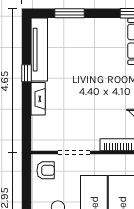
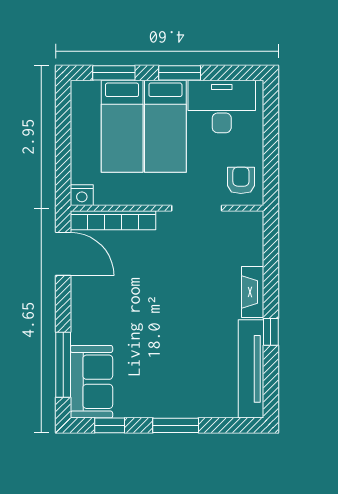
window: (69, 13) -> (176, 425), moved
armchair: (46, 170) -> (241, 180), turned 90

